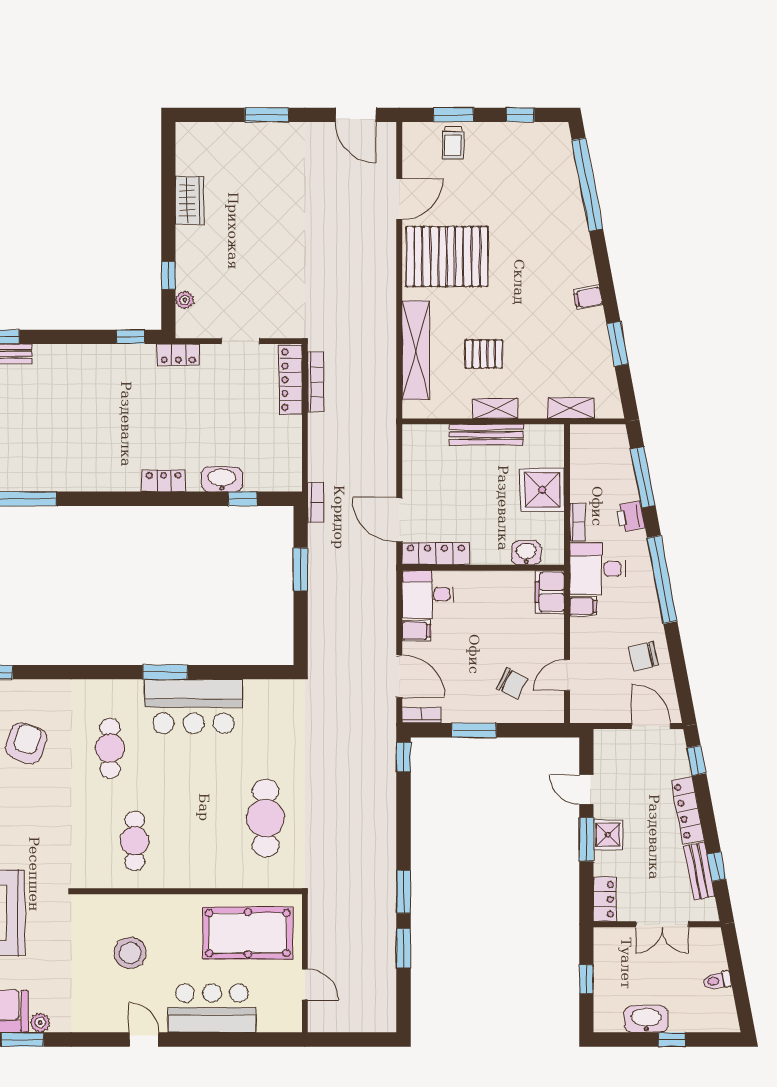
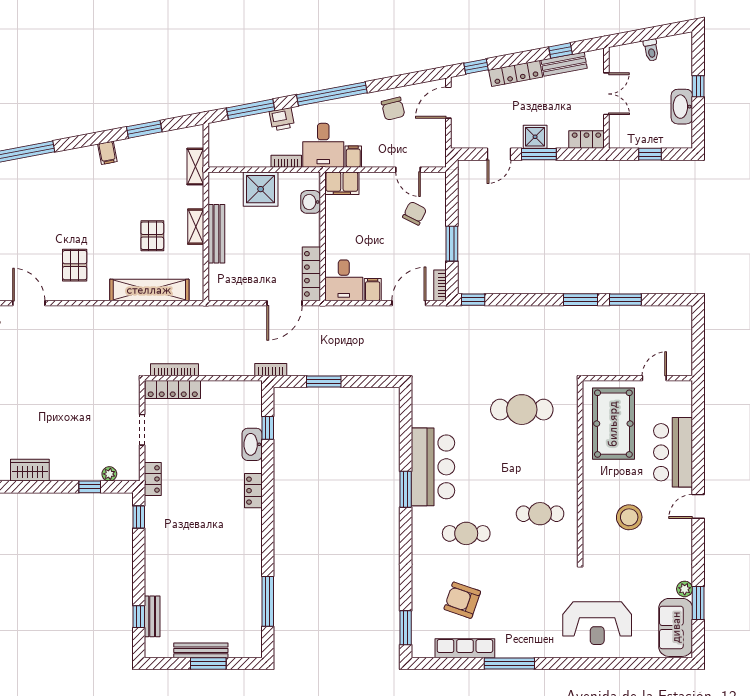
pallet: (447, 256) -> (75, 265), width x0.49, depth x0.50

